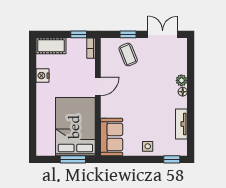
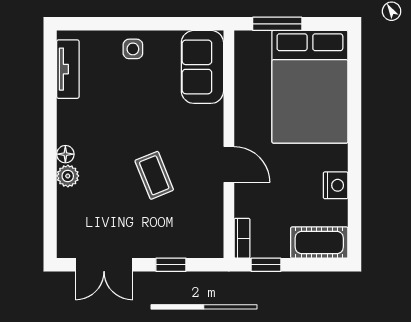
coffee table: (128, 55) -> (154, 175), moved
door: (98, 86) -> (229, 165), swing flipped
tv unit: (181, 124) -> (68, 69), moved
bed: (75, 127) -> (310, 87), moved
window: (172, 159) -> (87, 24), removed

